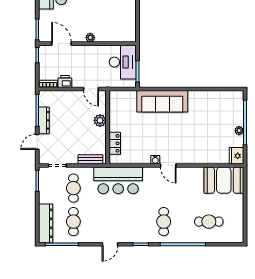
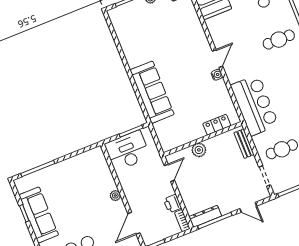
dresser: (44, 120) -> (205, 216), moved

